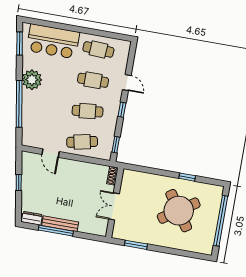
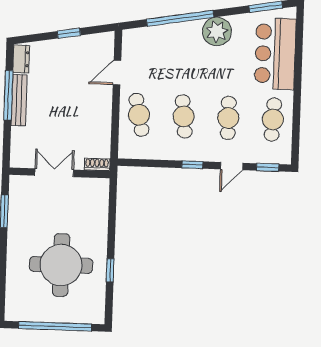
window: (116, 145) -> (268, 167), moved
round table: (179, 211) -> (61, 265), turned 34

